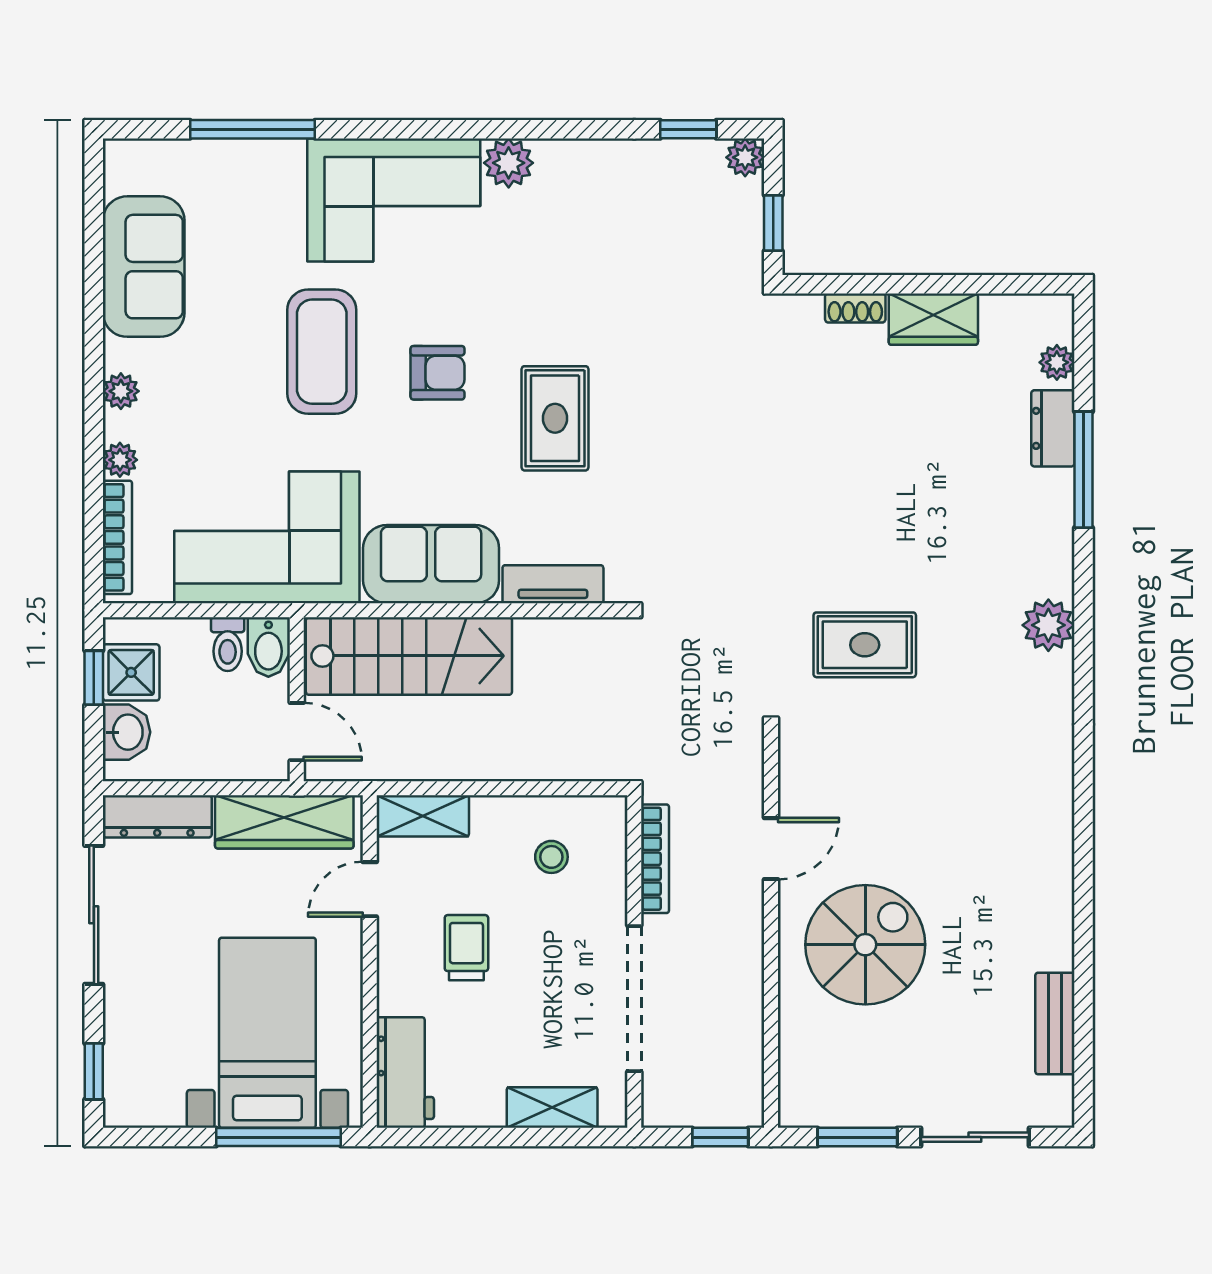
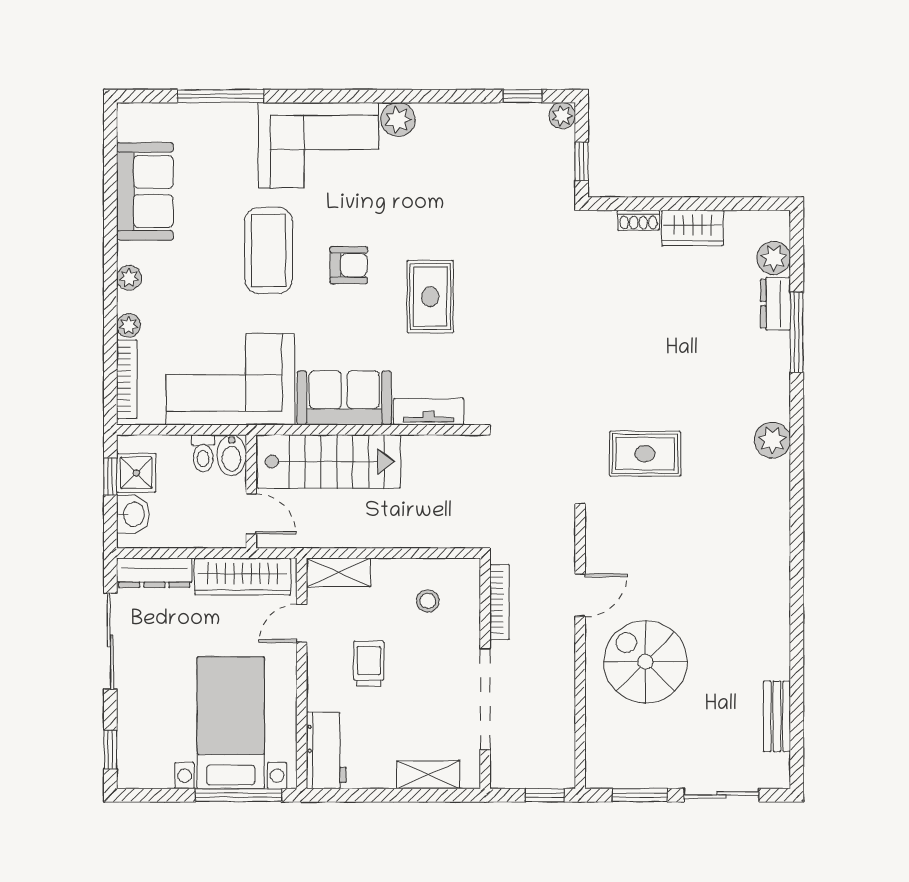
plant: (1057, 362) -> (774, 258), width x1.38, depth x1.38
spiral stairs: (865, 945) -> (645, 662), turned -90

